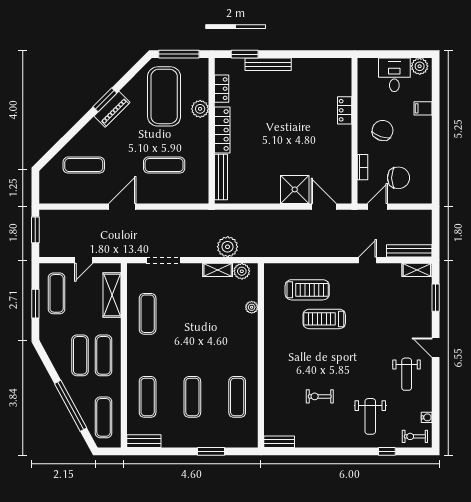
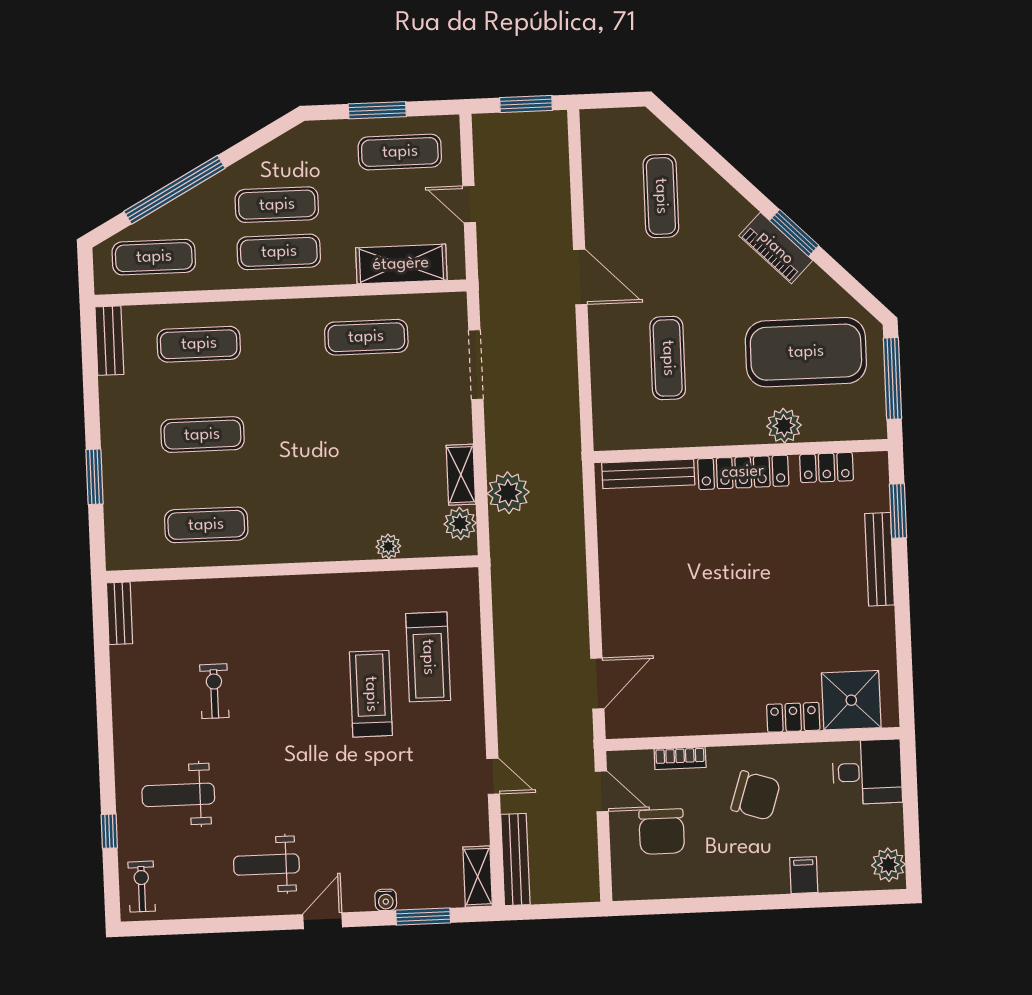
desk: (394, 75) -> (867, 772), moved
shower: (295, 189) -> (851, 700), moved
water cooler: (427, 417) -> (386, 900), moved

